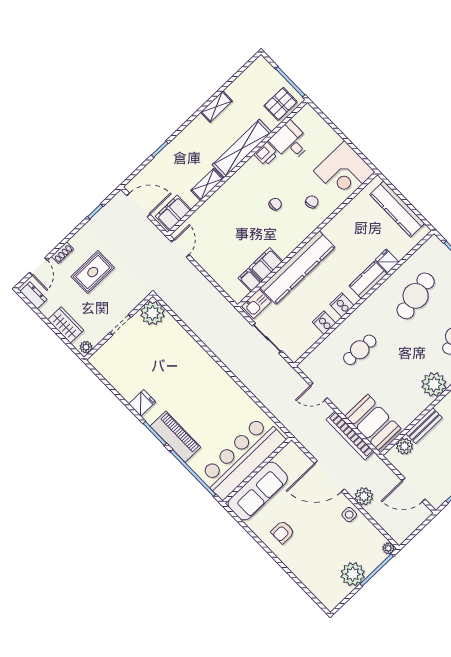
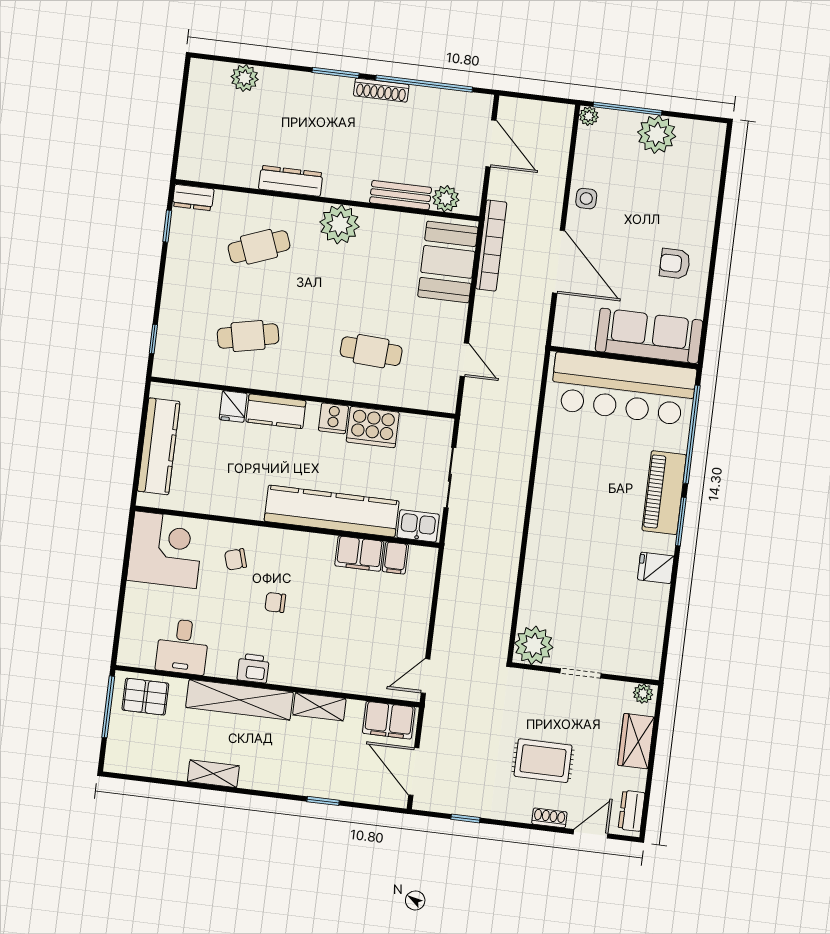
printer: (266, 154) -> (253, 668), moved
cafe table: (416, 296) -> (248, 336), width x0.73, depth x0.74
cooker: (324, 323) -> (373, 427), width x1.87, depth x1.31
bookcase: (350, 436) -> (491, 246), moved
plant: (364, 496) -> (549, 199), removed
armchair: (283, 532) -> (675, 264), turned 180

